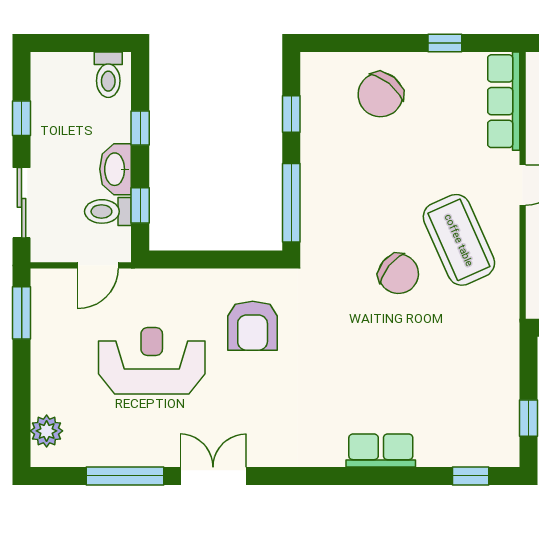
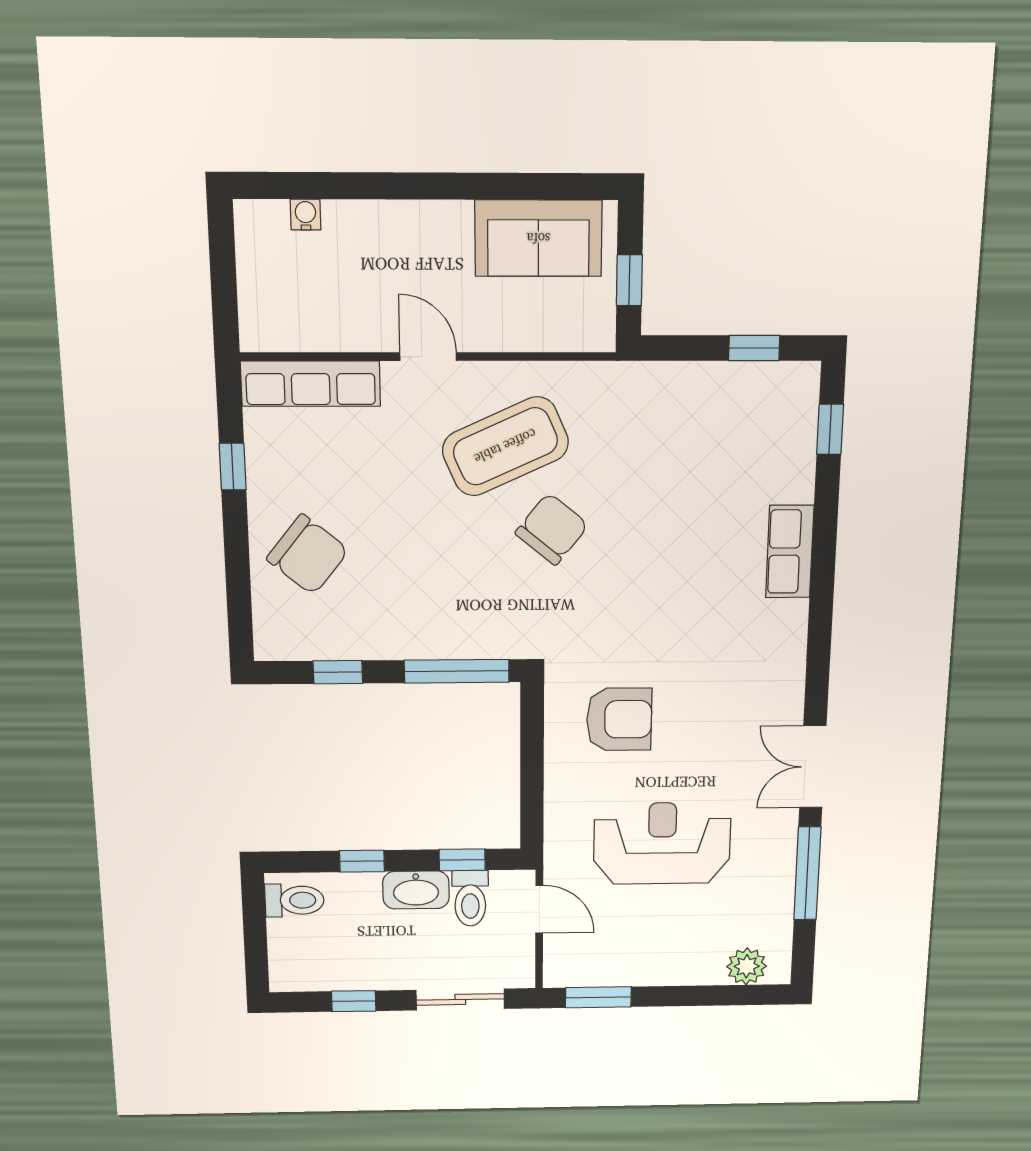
reception desk: (152, 361) -> (662, 843), turned 90

